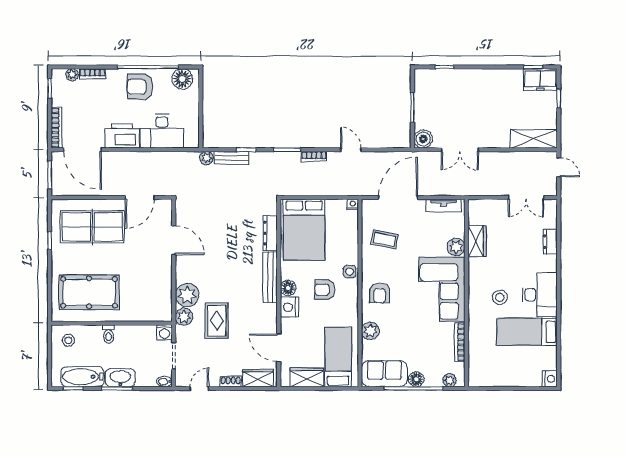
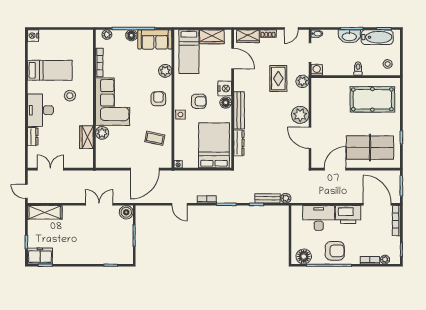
tv unit: (444, 206) -> (111, 163), removed
plant: (187, 295) -> (300, 115), moved
desk: (540, 295) -> (40, 110), moved

